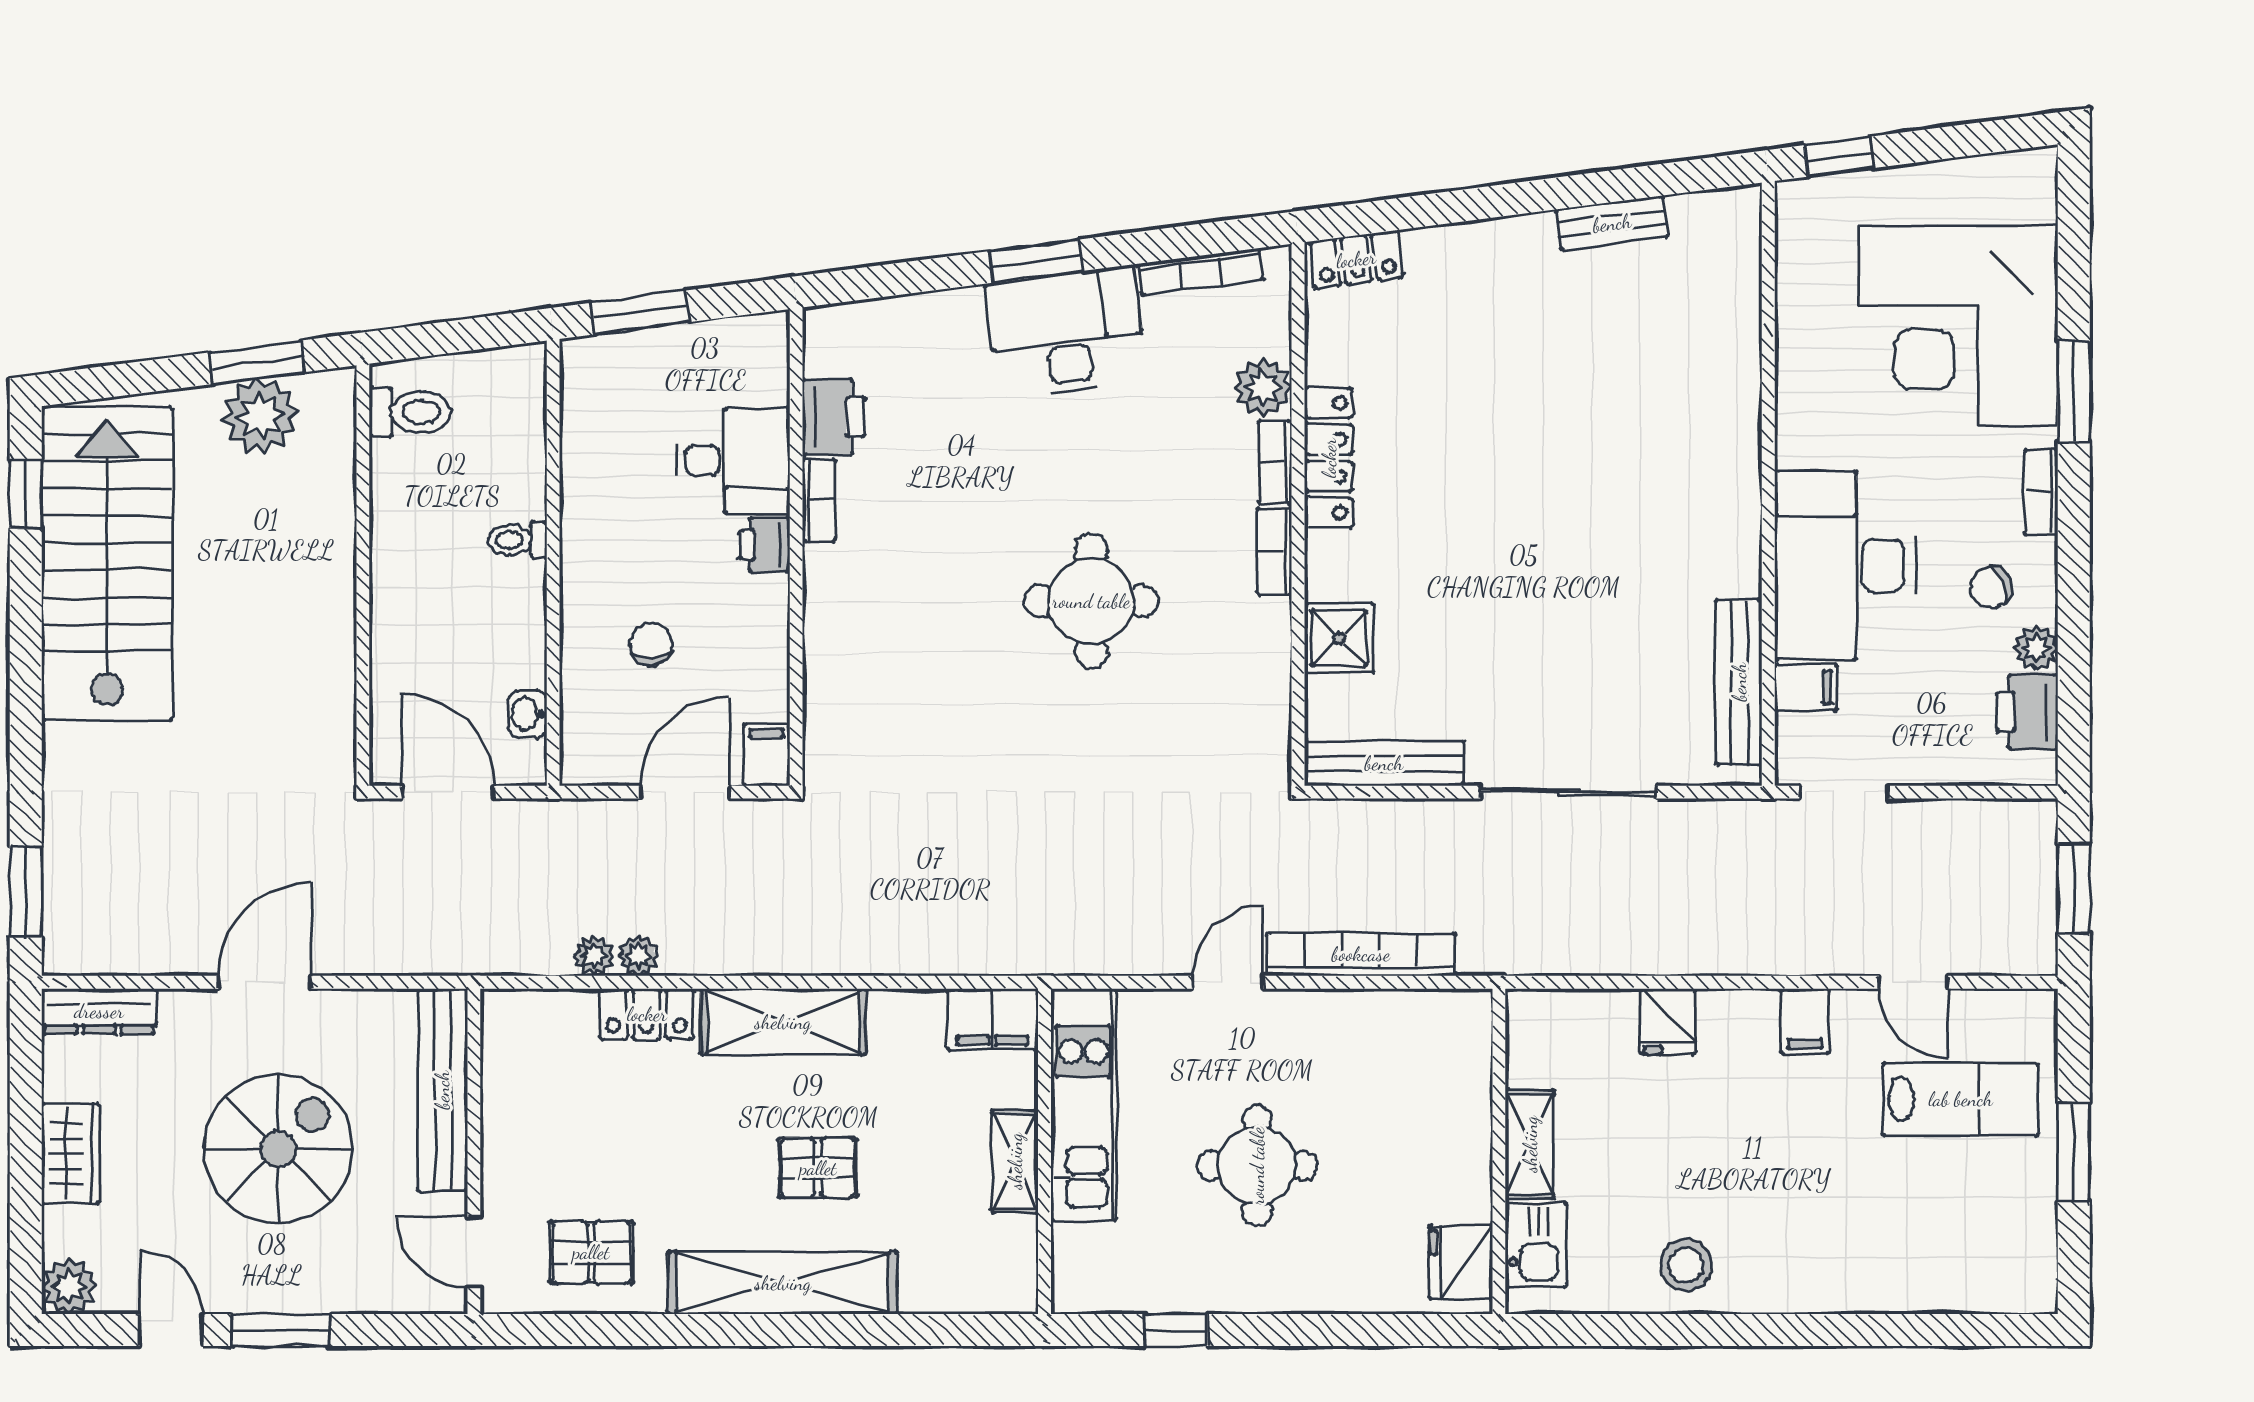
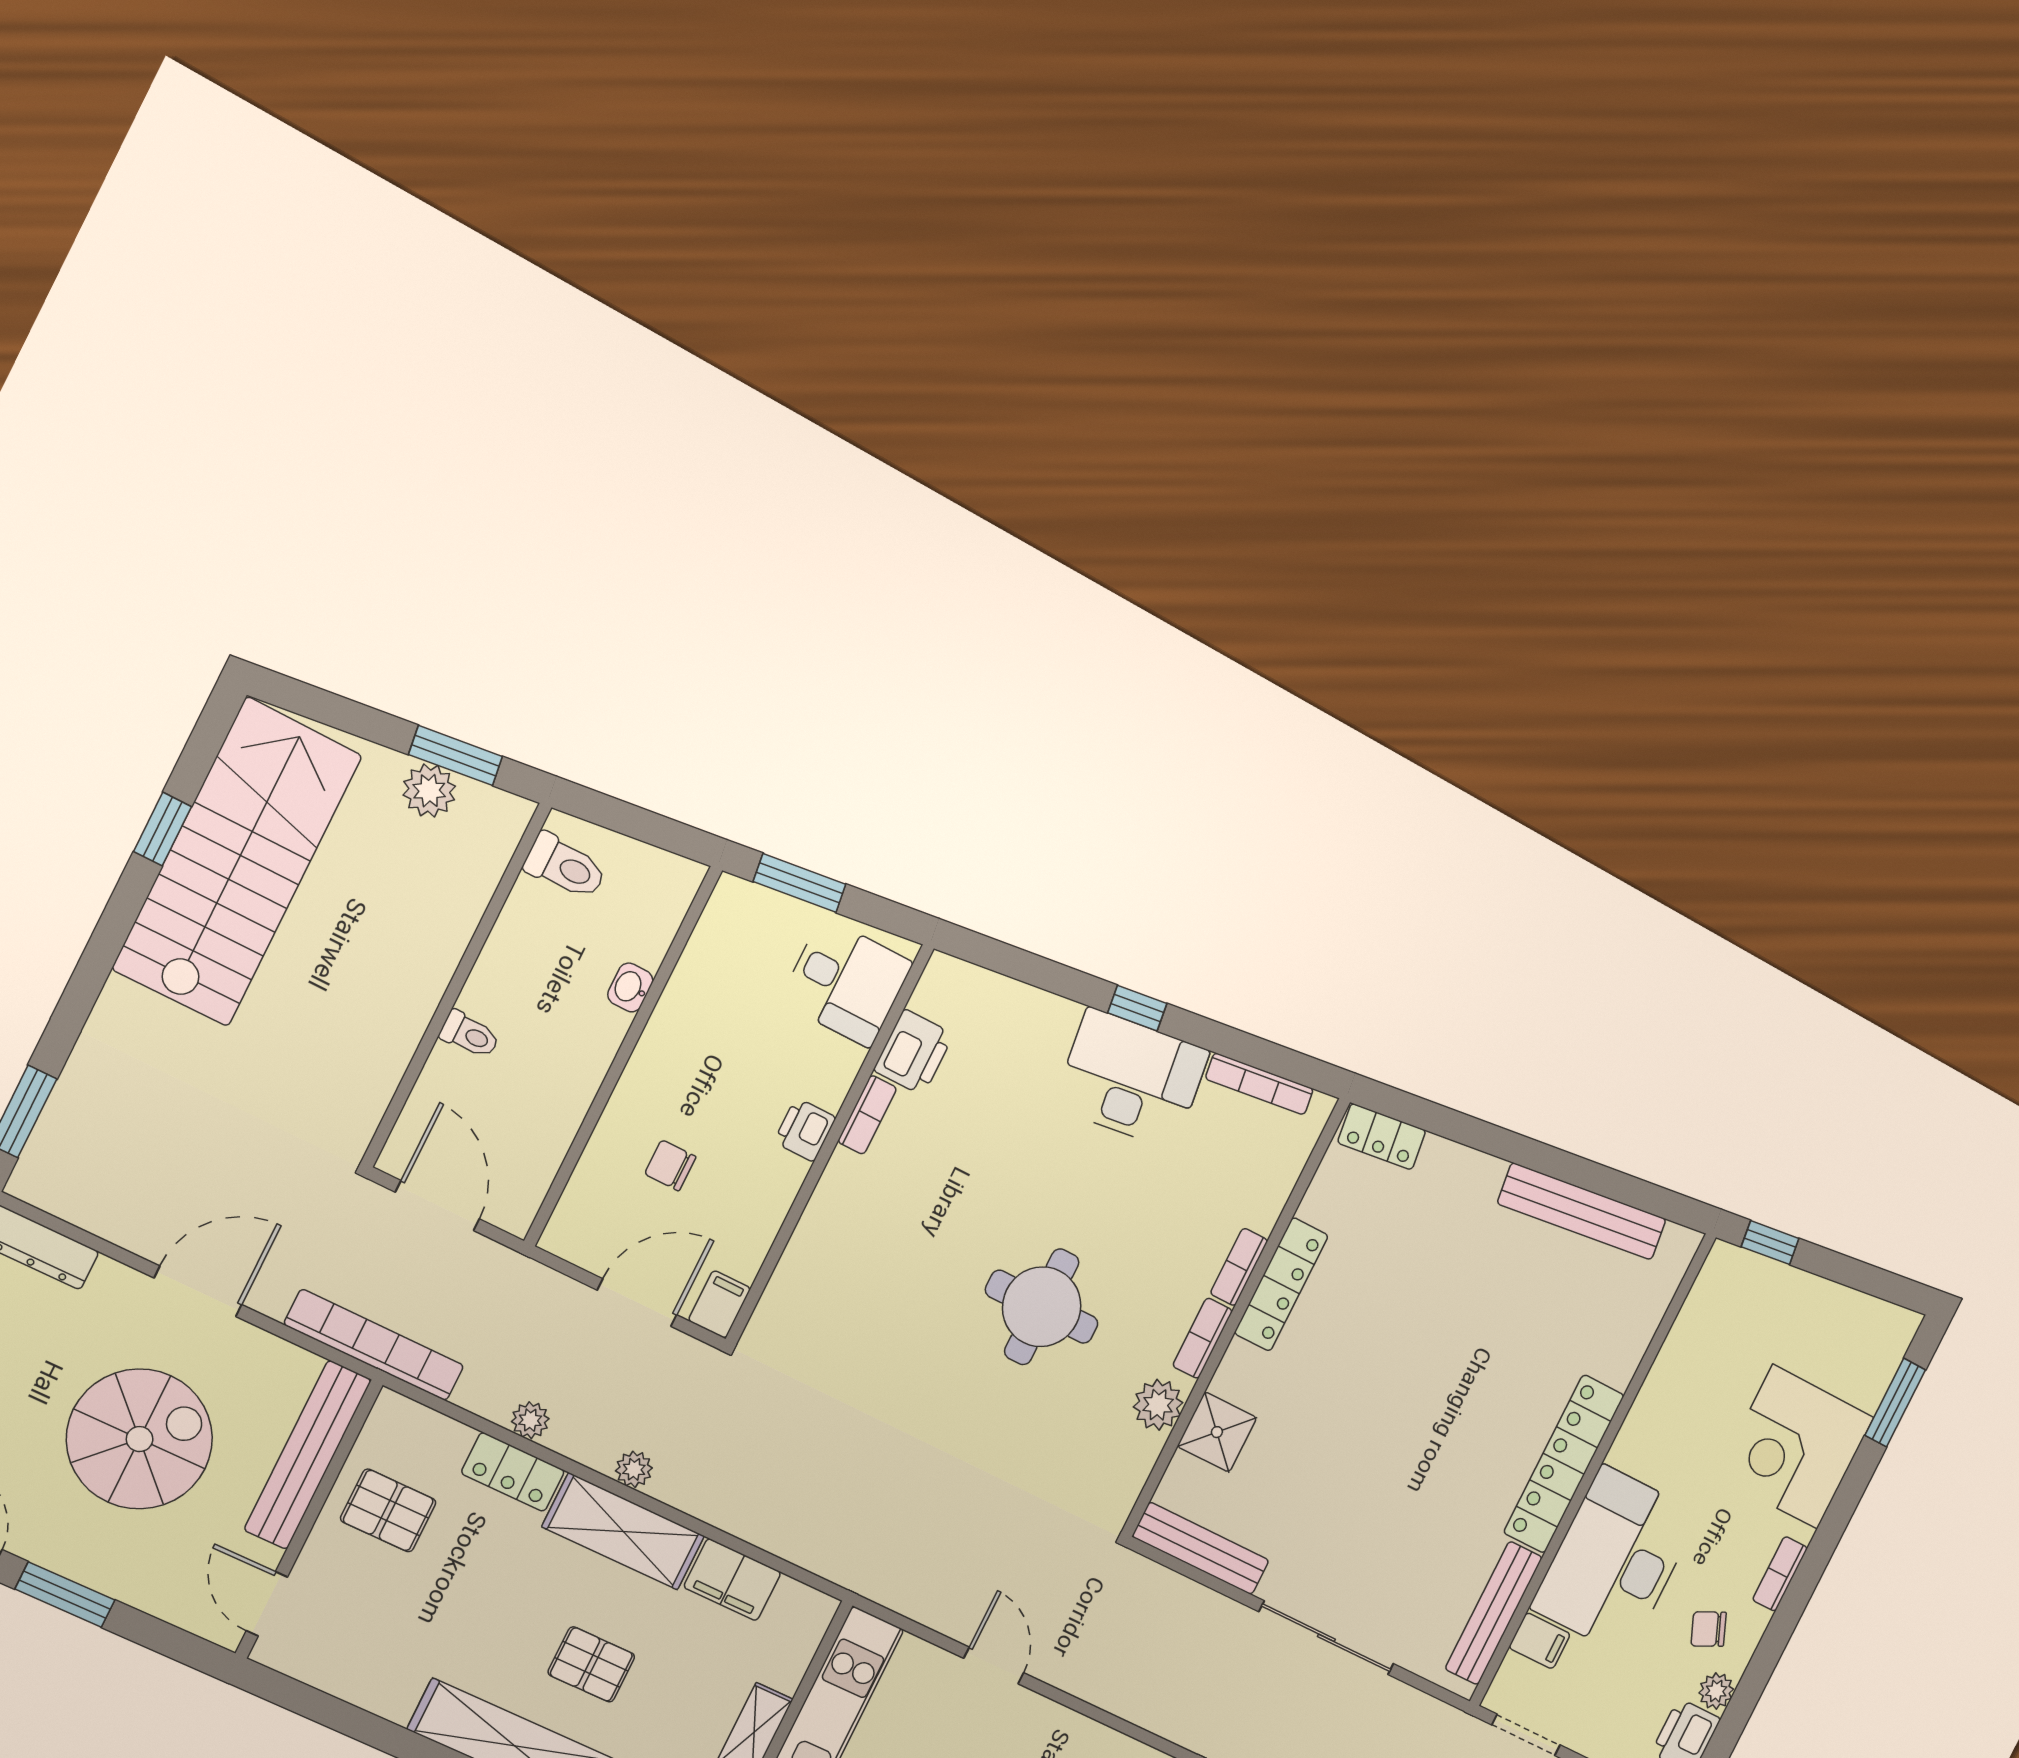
bench: (1612, 223) -> (1582, 1211), width x1.86, depth x1.21
window: (1036, 261) -> (1137, 1008), width x0.67
corner desk: (1958, 326) -> (1795, 1447), width x0.74, depth x0.74
plant: (1263, 387) -> (1158, 1405), moved
window: (2074, 391) -> (1895, 1403), moved
plant: (260, 416) -> (429, 791), width x0.73, depth x0.73
desk: (733, 461) -> (846, 982), moved
locker: (1733, 493) -> (1564, 1464), added
window: (26, 494) -> (163, 829), moved
toilet: (518, 540) -> (470, 1035), moved, turned 180
chair: (651, 644) -> (670, 1165), turned -85
washbasin: (528, 714) -> (630, 987), moved
bookcase: (1361, 954) -> (374, 1345), moved
plant: (594, 956) -> (634, 1469), moved
door: (1228, 982) -> (994, 1666), hinge flipped
filing cabinet: (992, 1019) -> (732, 1580), moved
pallet: (591, 1252) -> (388, 1510), moved

